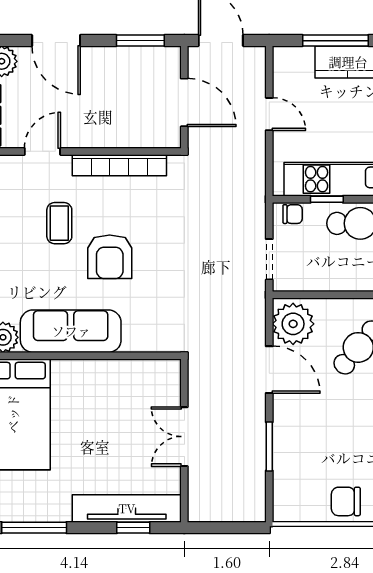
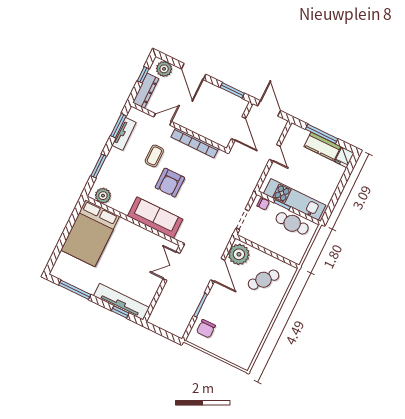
sofa: (71, 331) -> (155, 218), moved
double door: (184, 437) -> (171, 266), moved
chair: (346, 501) -> (206, 329), moved, turned -90

